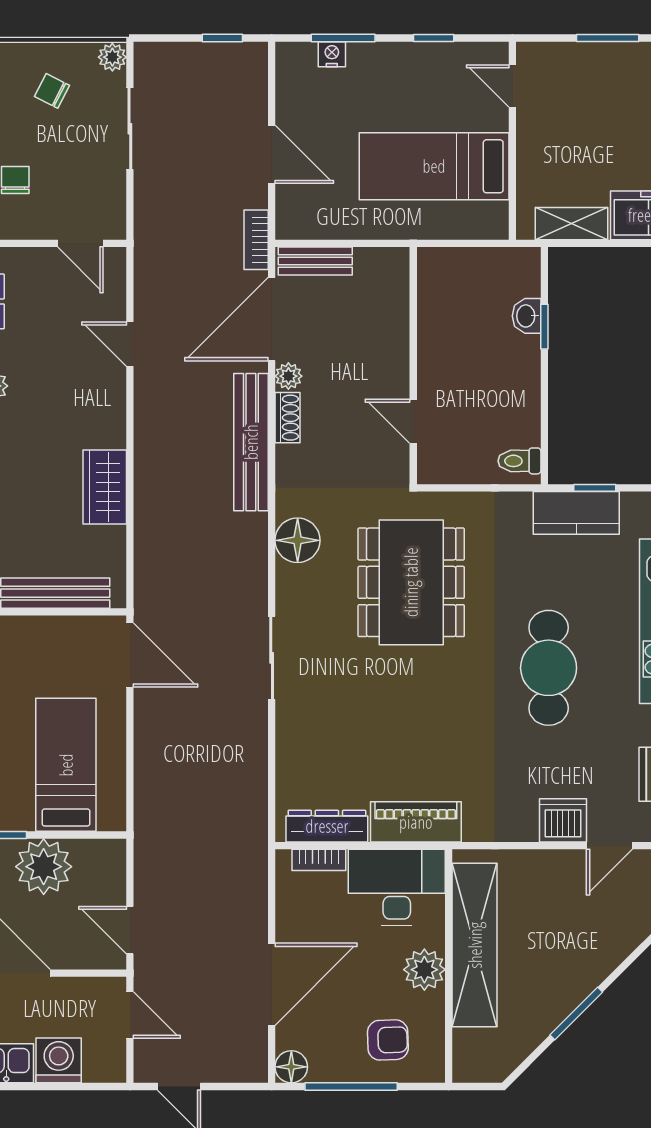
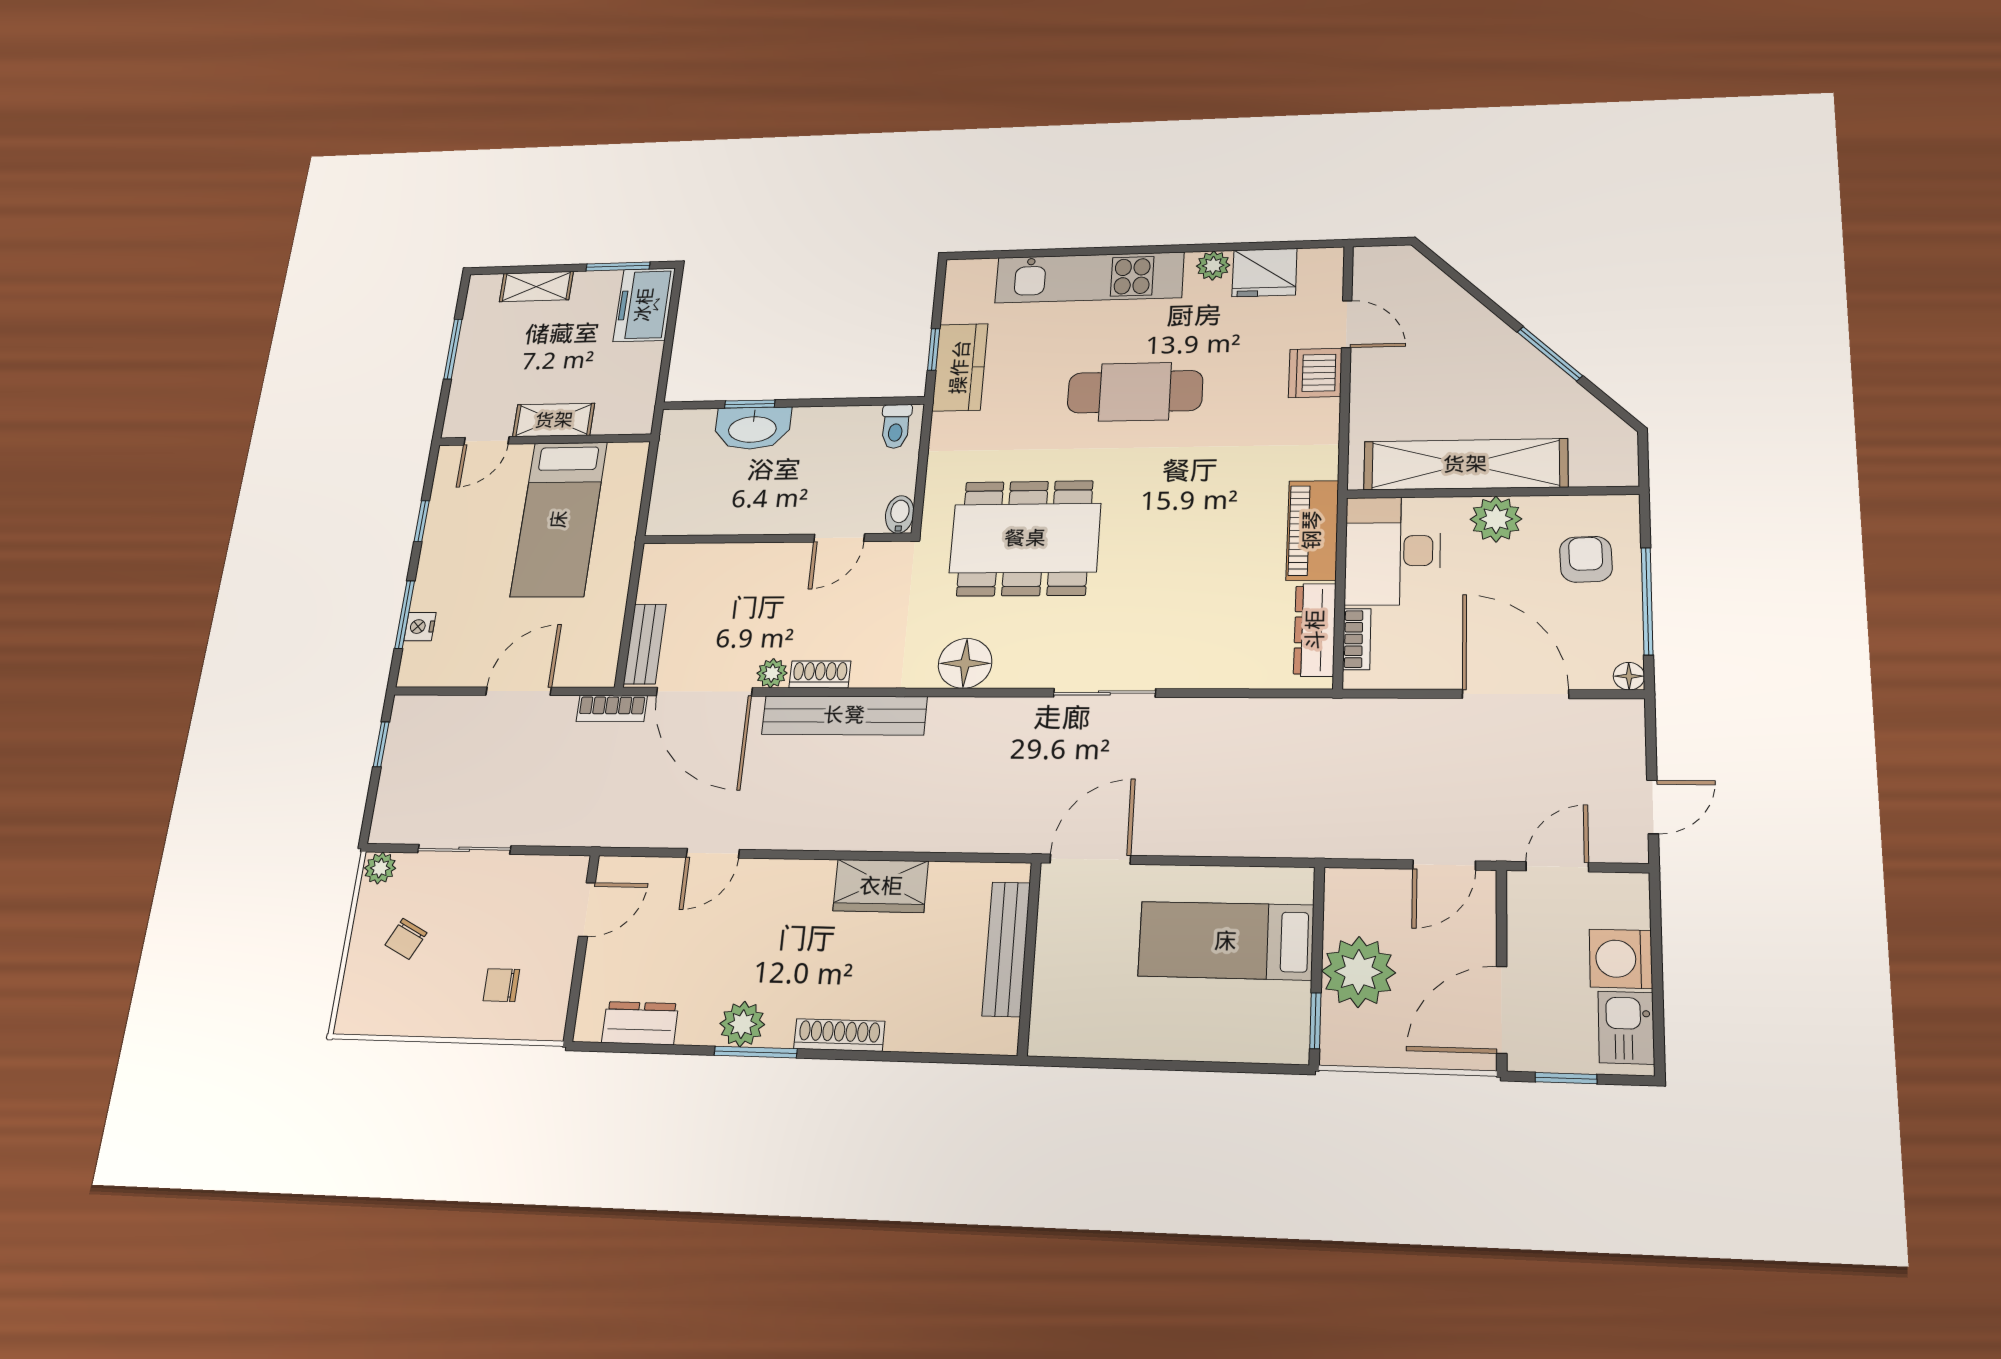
shelving: (572, 224) -> (554, 420), moved, turned 90
washbasin: (527, 316) -> (752, 428), width x1.91, depth x1.45
bidet: (435, 472) -> (900, 514), added
floor lamp: (291, 1067) -> (1629, 676), width x0.73, depth x0.73

